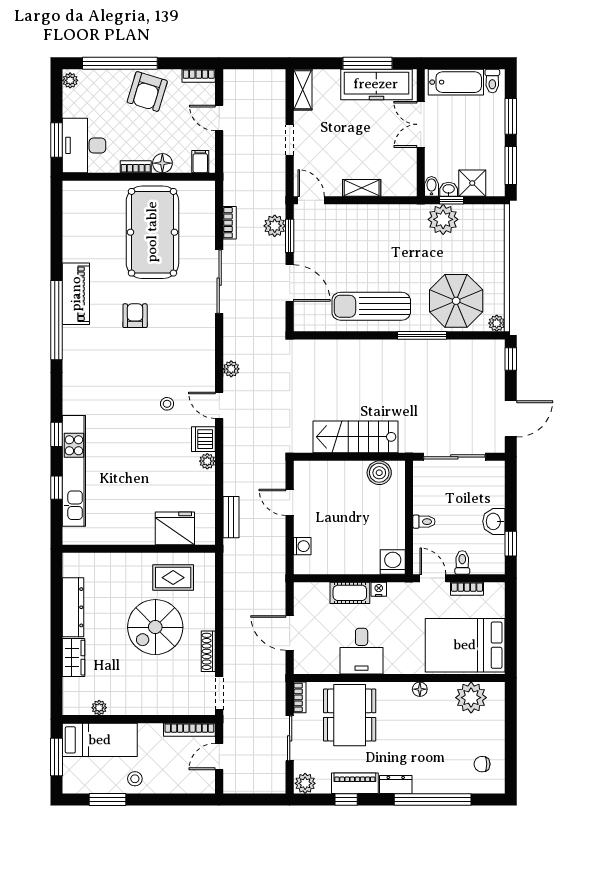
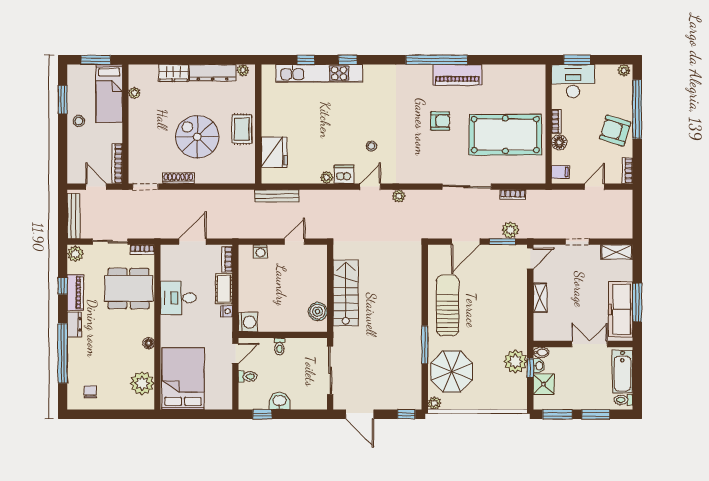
bench: (231, 517) -> (277, 196), width x1.36
plant: (70, 569) -> (243, 70), added
rug: (173, 578) -> (242, 129), moved
bookcase: (467, 589) -> (227, 259), moved
bench: (257, 785) -> (74, 216), added

